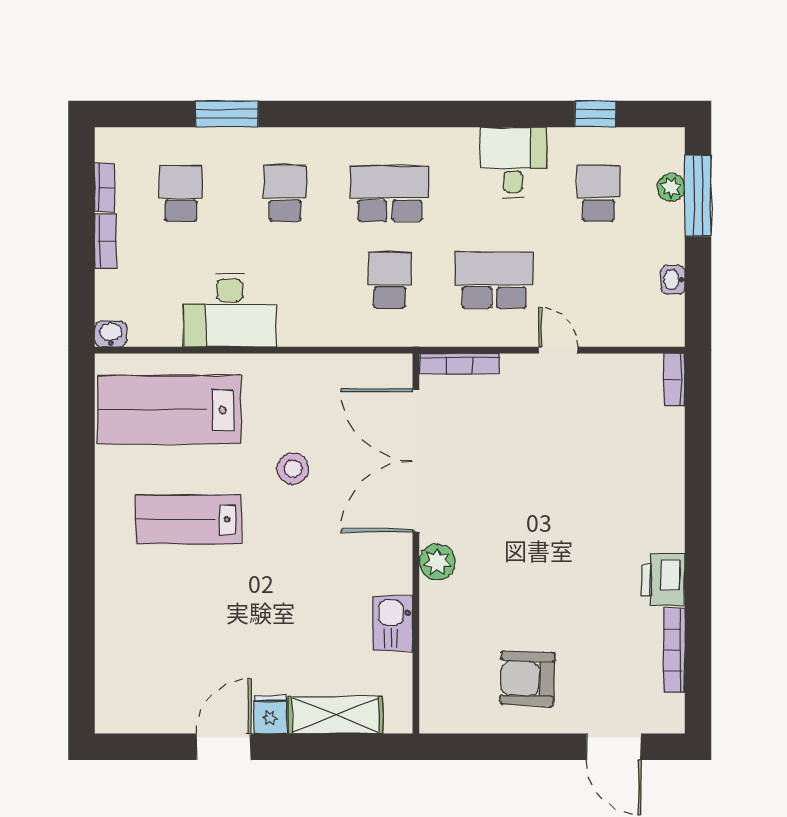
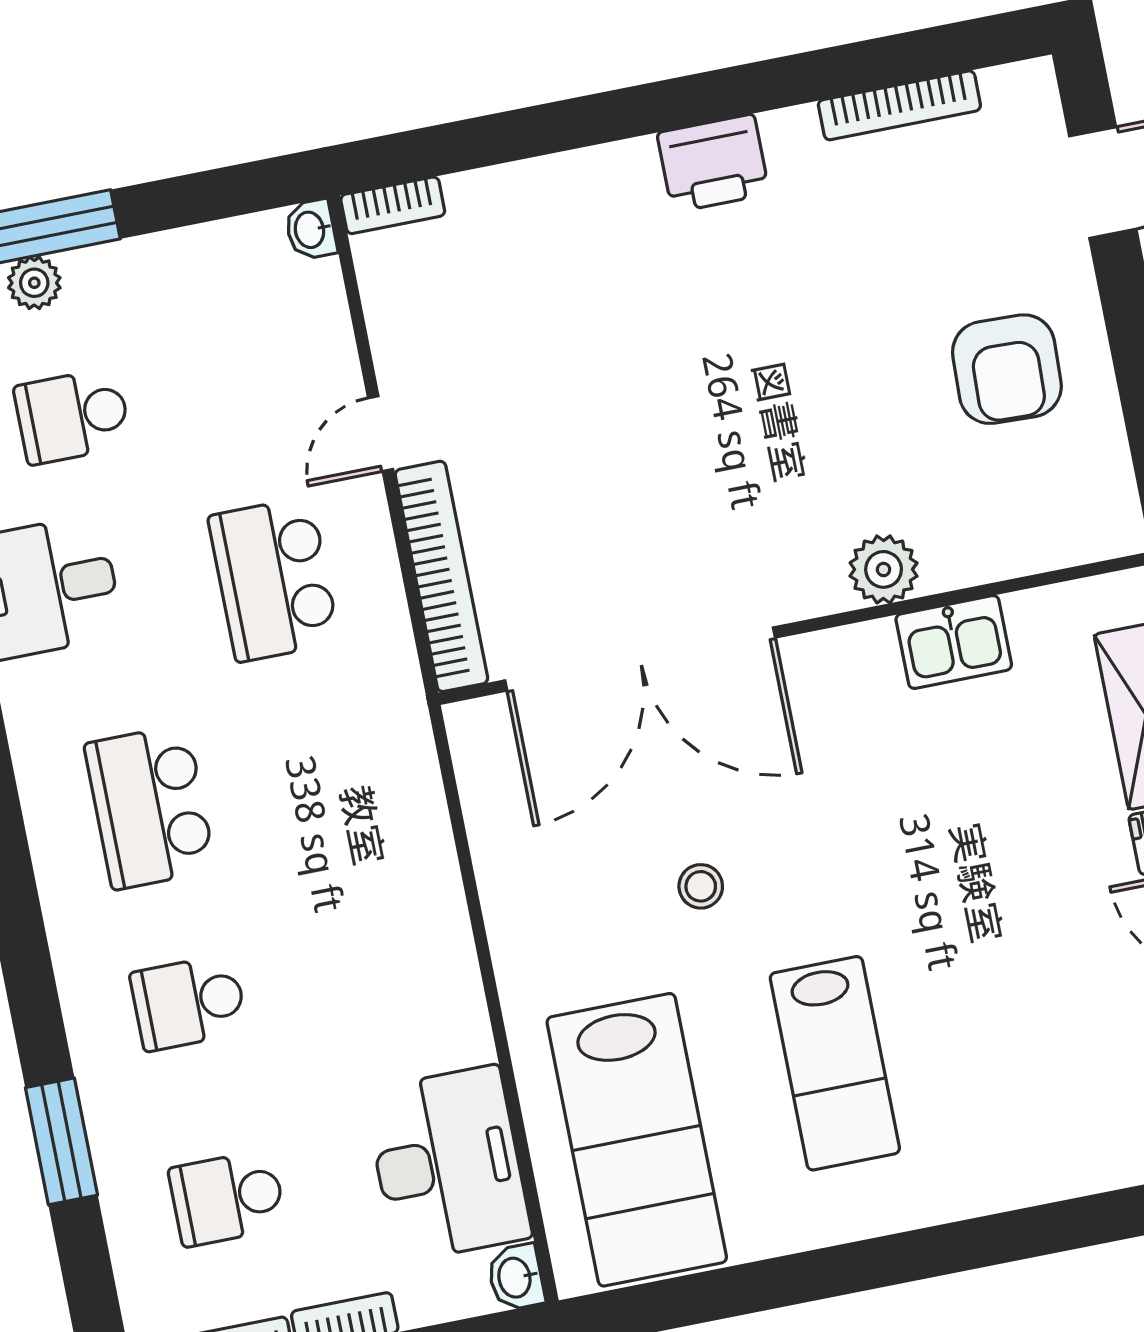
school desk: (390, 280) -> (313, 775), removed
washbasin: (673, 280) -> (311, 230), moved, turned 90
desk: (230, 310) -> (448, 1164), moved
bookcase: (459, 364) -> (441, 576), width x1.48, depth x1.31
stool: (293, 469) -> (701, 886), width x0.73, depth x0.73
plant: (437, 562) -> (884, 569), moved
printer: (663, 580) -> (713, 163), moved

